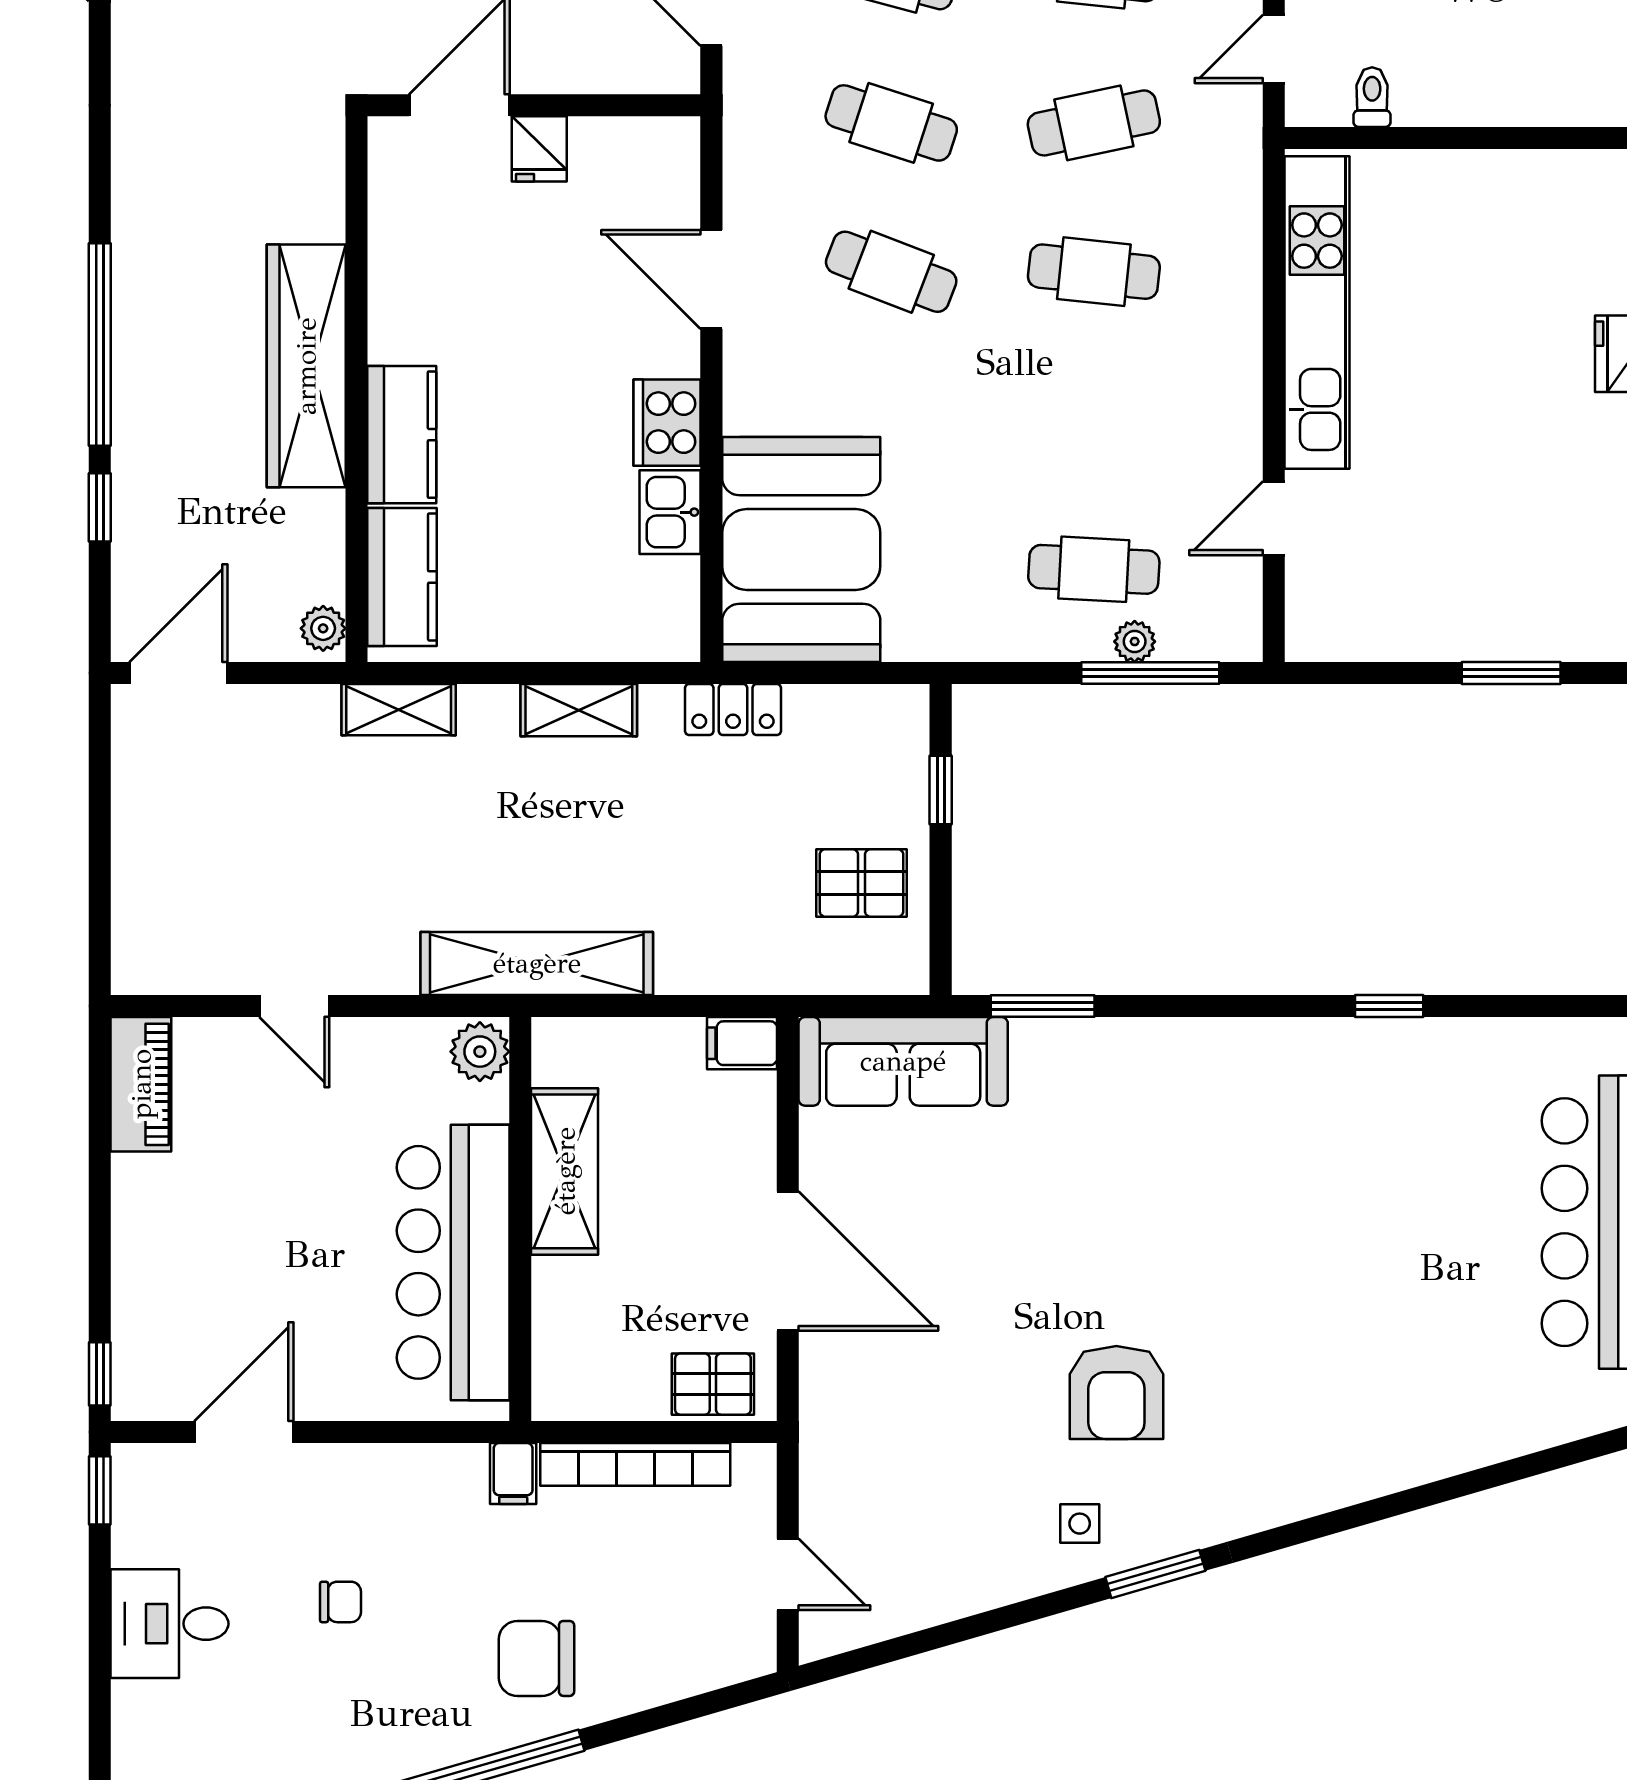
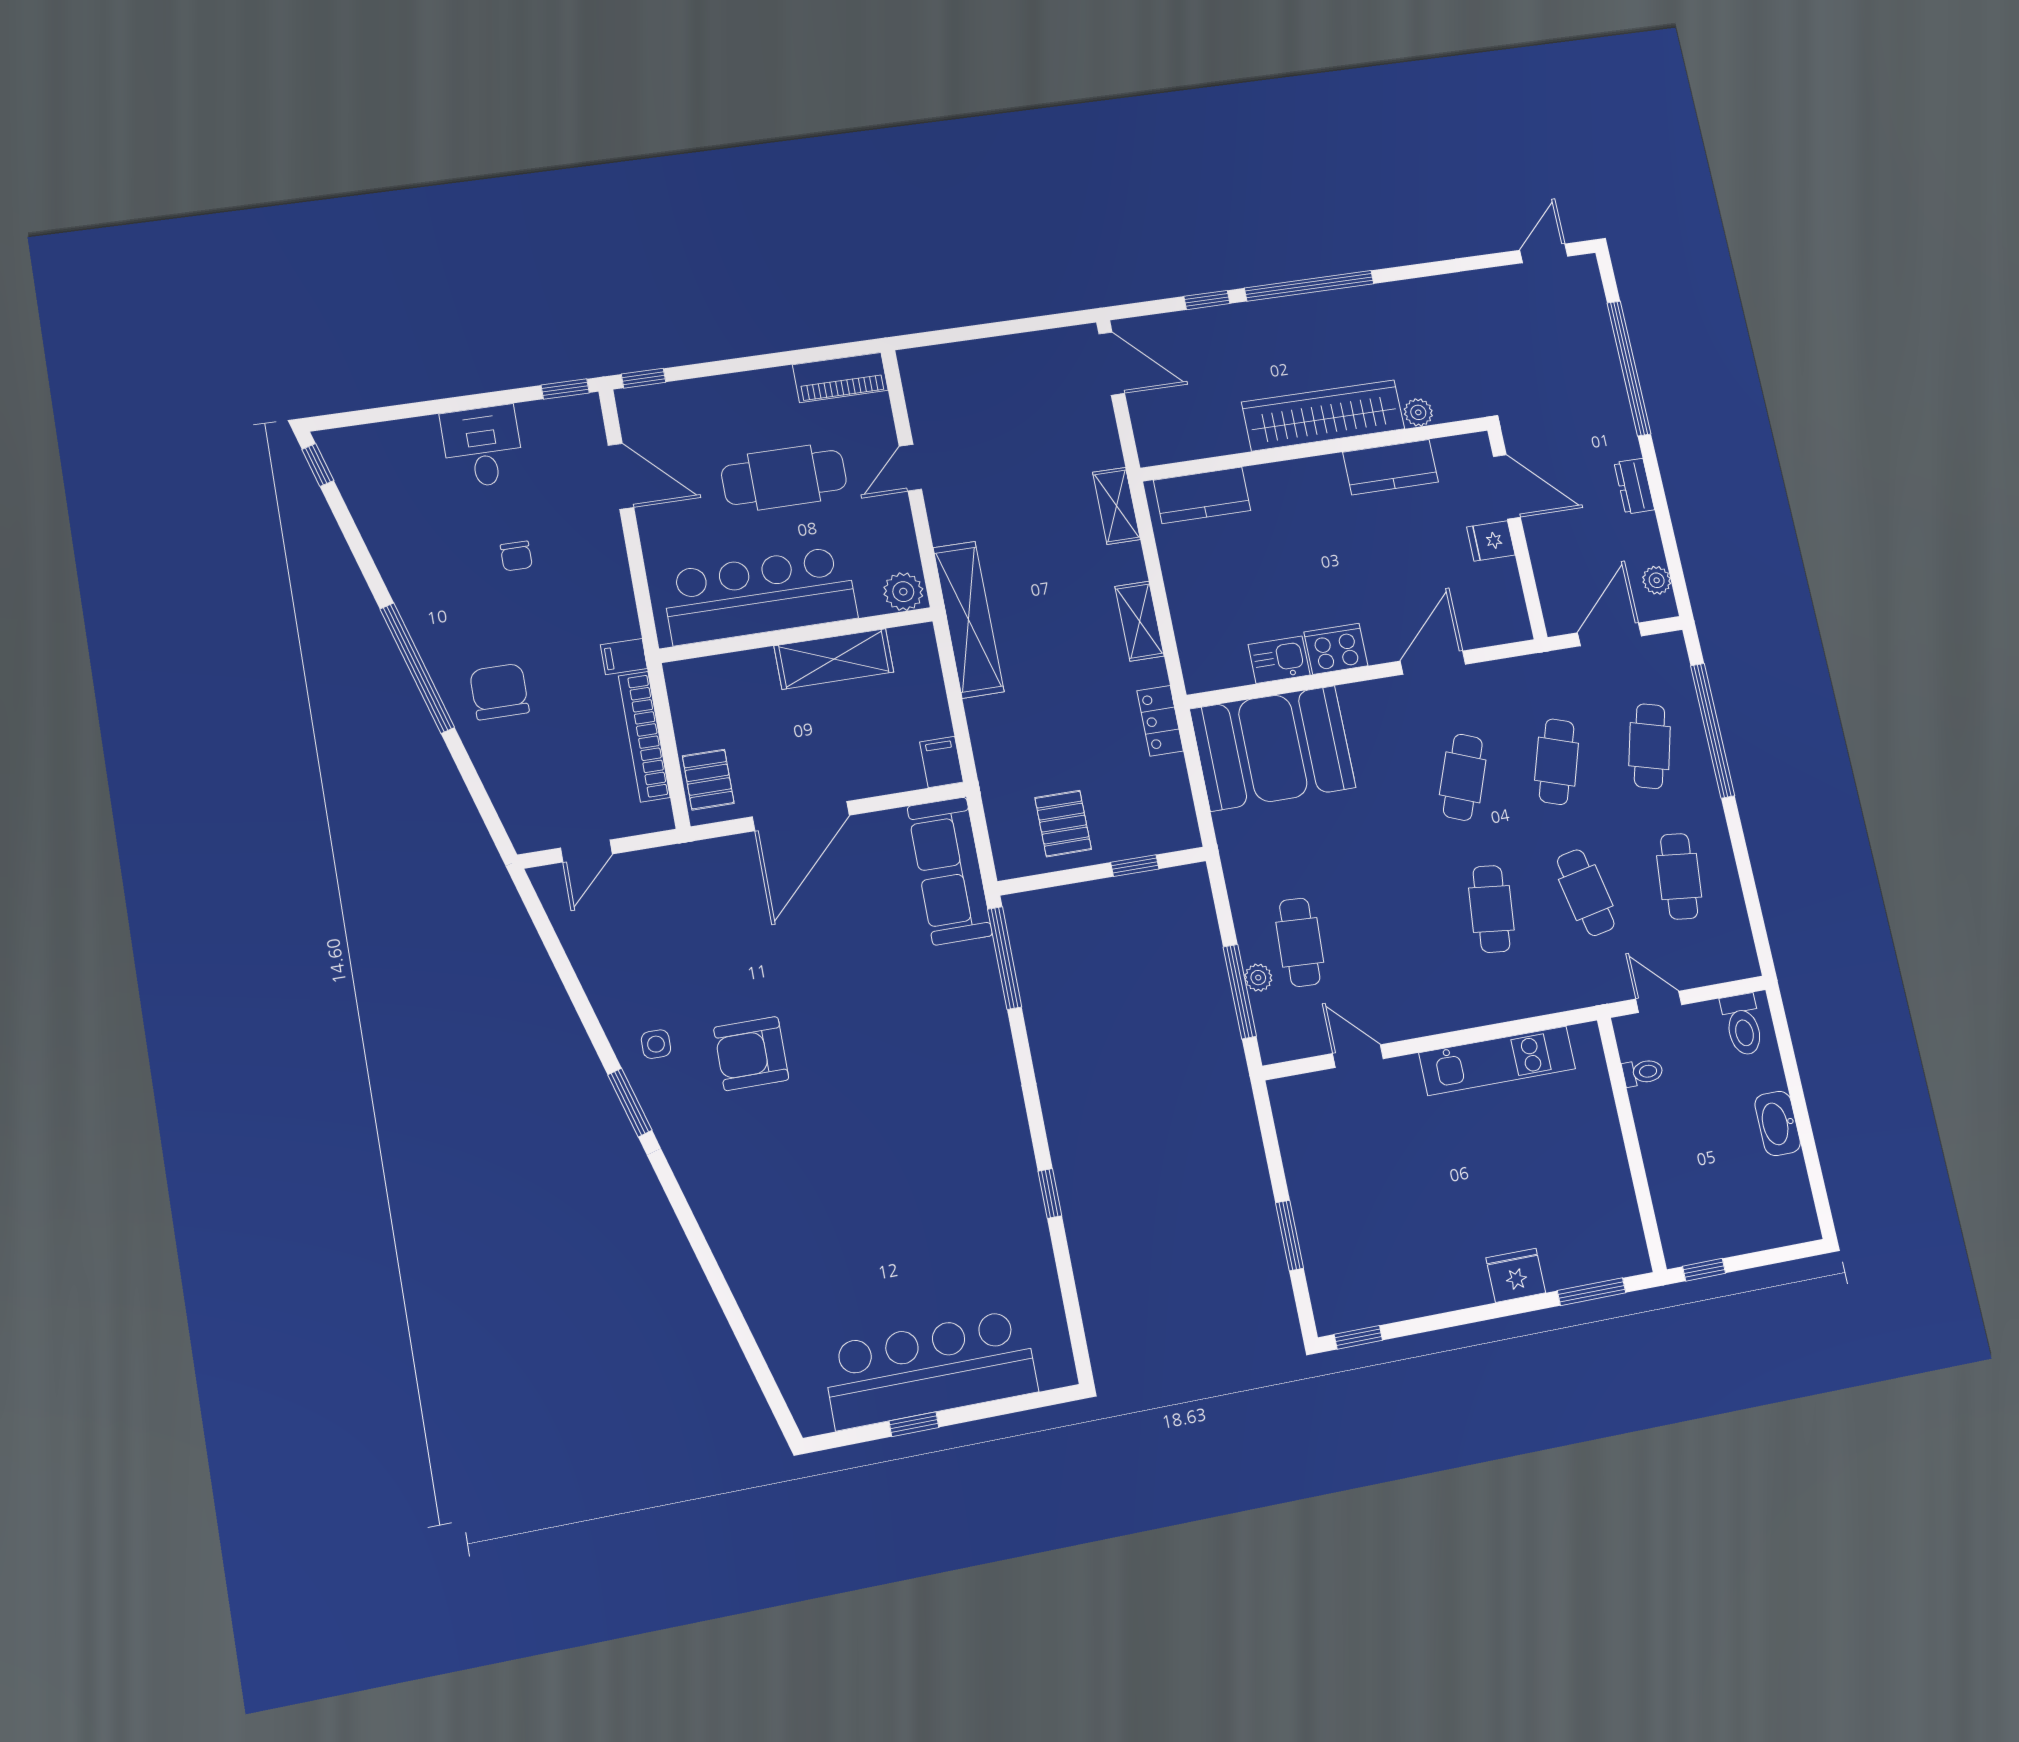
kitchen unit: (1317, 312) -> (1497, 1061), width x0.73
kitchen counter: (402, 435) -> (1391, 467), moved
plant: (323, 628) -> (1418, 412), moved
window: (1043, 1006) -> (1005, 958), width x1.44
cafe table: (281, 1195) -> (784, 477), added

